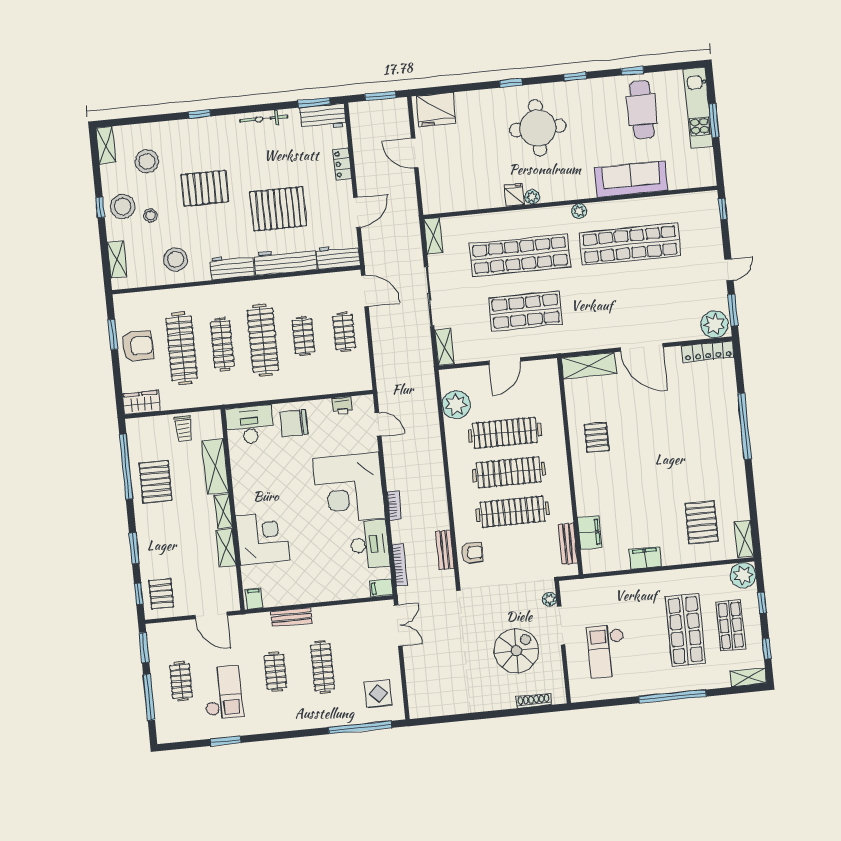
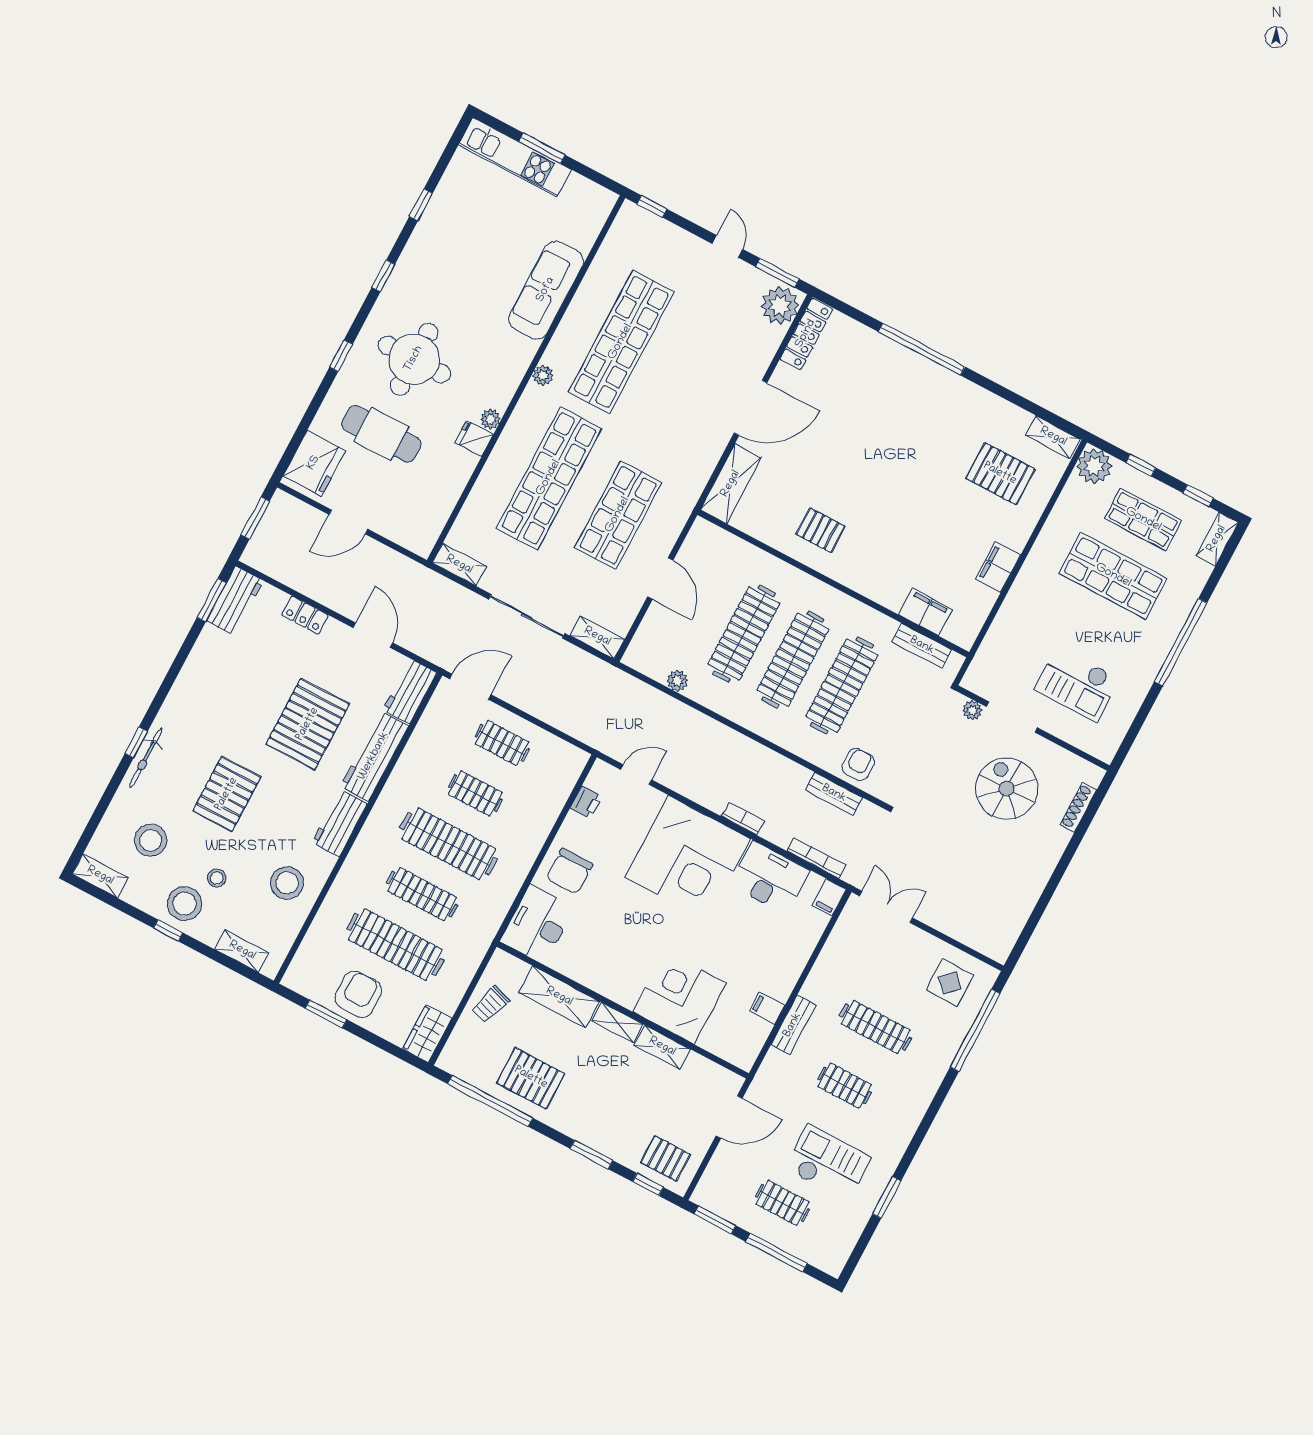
cafe table: (642, 110) -> (381, 434), moved
bicycle: (264, 119) -> (146, 758), moved
plant: (456, 405) -> (677, 681), width x0.53, depth x0.53
trolley: (184, 429) -> (490, 1005), turned 109
filing cabinet: (254, 598) -> (767, 1008), moved

